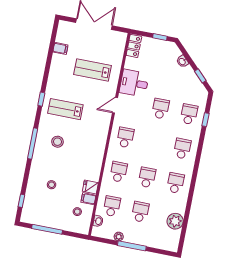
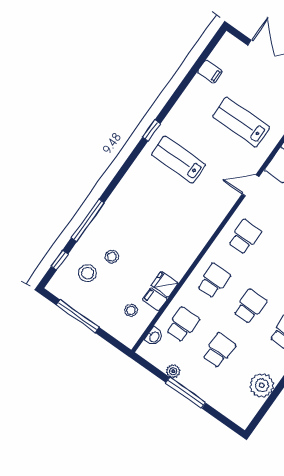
stool: (58, 142) -> (88, 273), moved
window: (33, 143) -> (88, 220), moved

